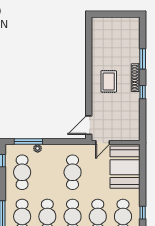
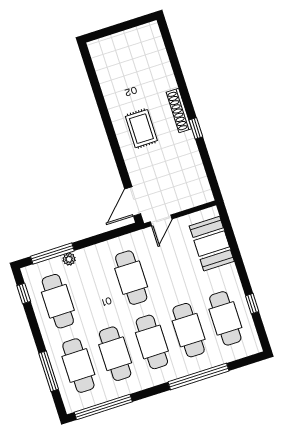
window: (143, 59) -> (180, 80), removed
booth: (125, 167) -> (212, 244), width x0.73, depth x0.70

